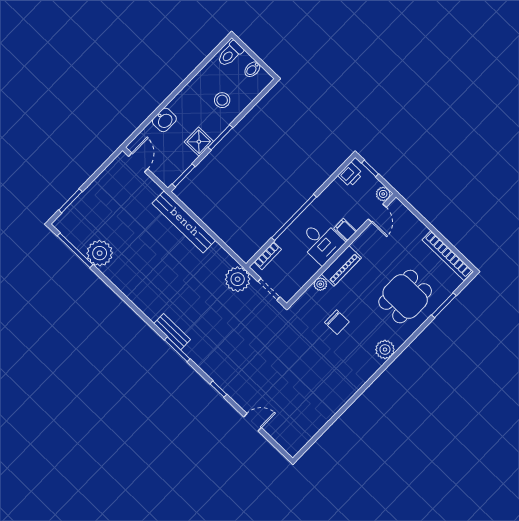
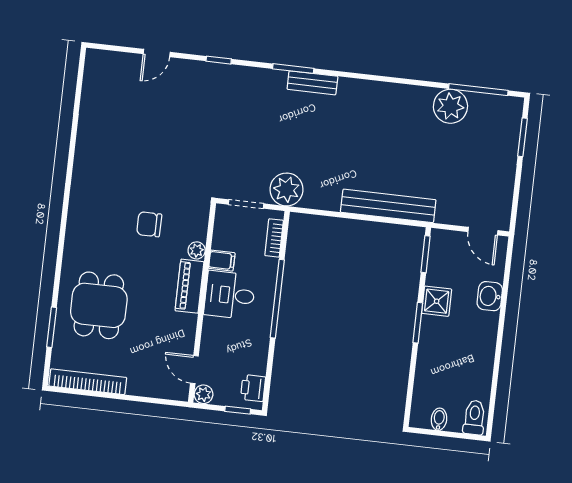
stool: (222, 100) -> (446, 363), removed
filing cabinet: (345, 230) -> (222, 261), moved
plant: (385, 350) -> (77, 234), removed

